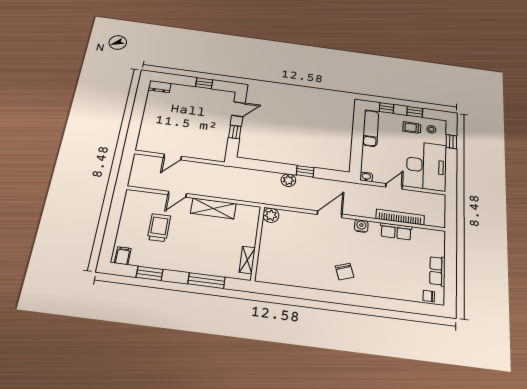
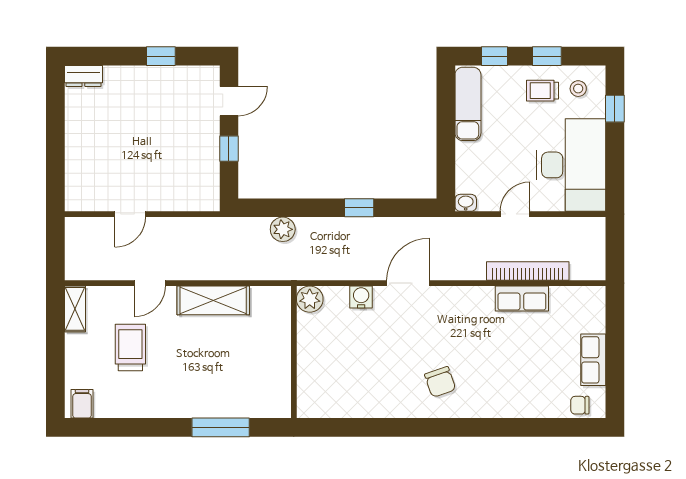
plant: (288, 180) -> (283, 229), moved
water cooler: (361, 226) -> (361, 297), moved
shelving: (247, 260) -> (75, 309), moved
window: (150, 273) -> (130, 427), removed

